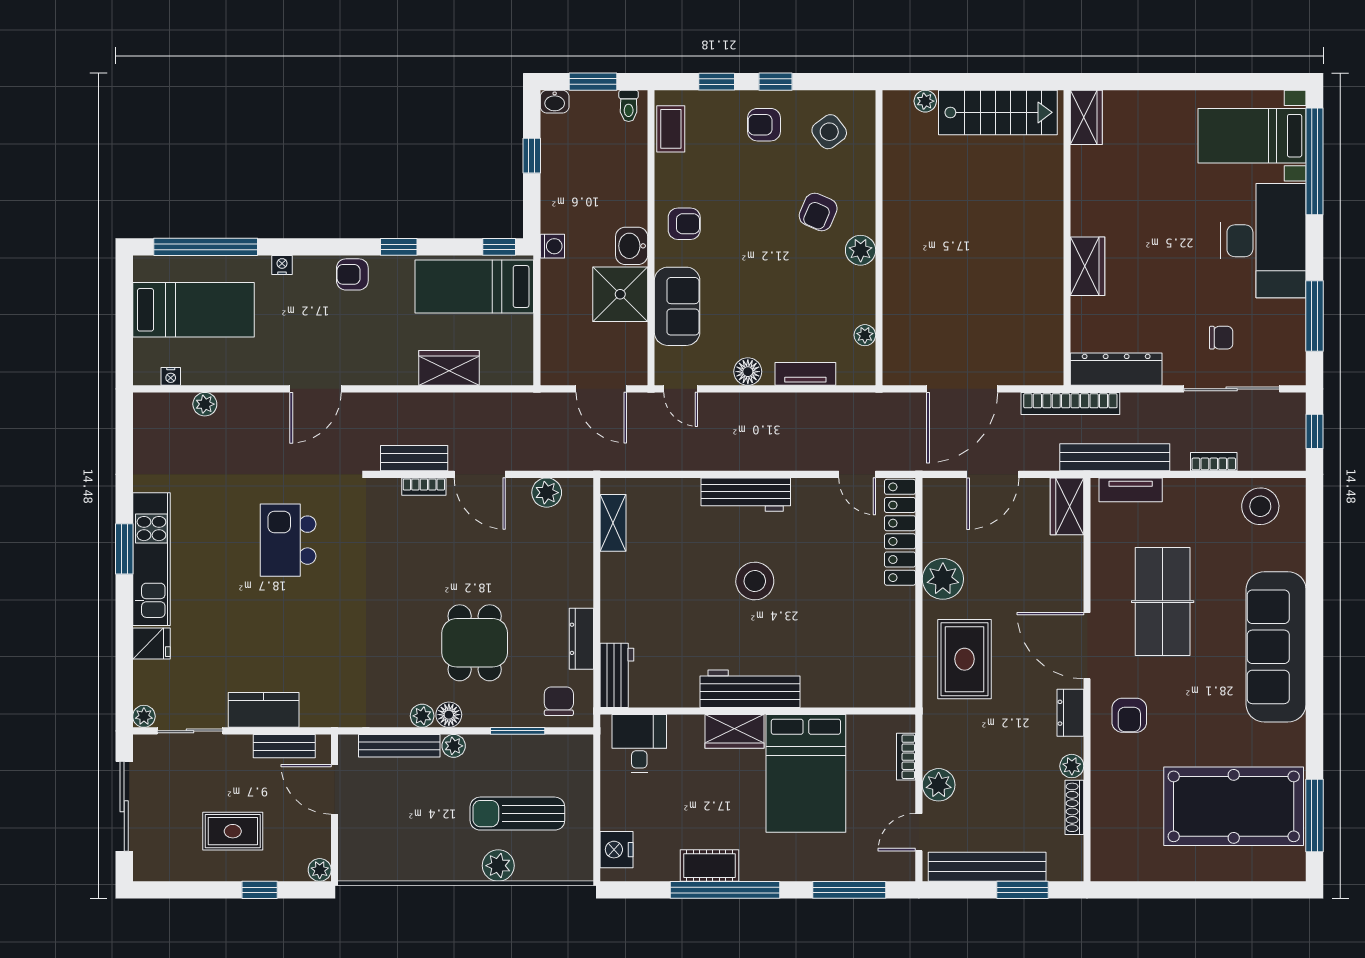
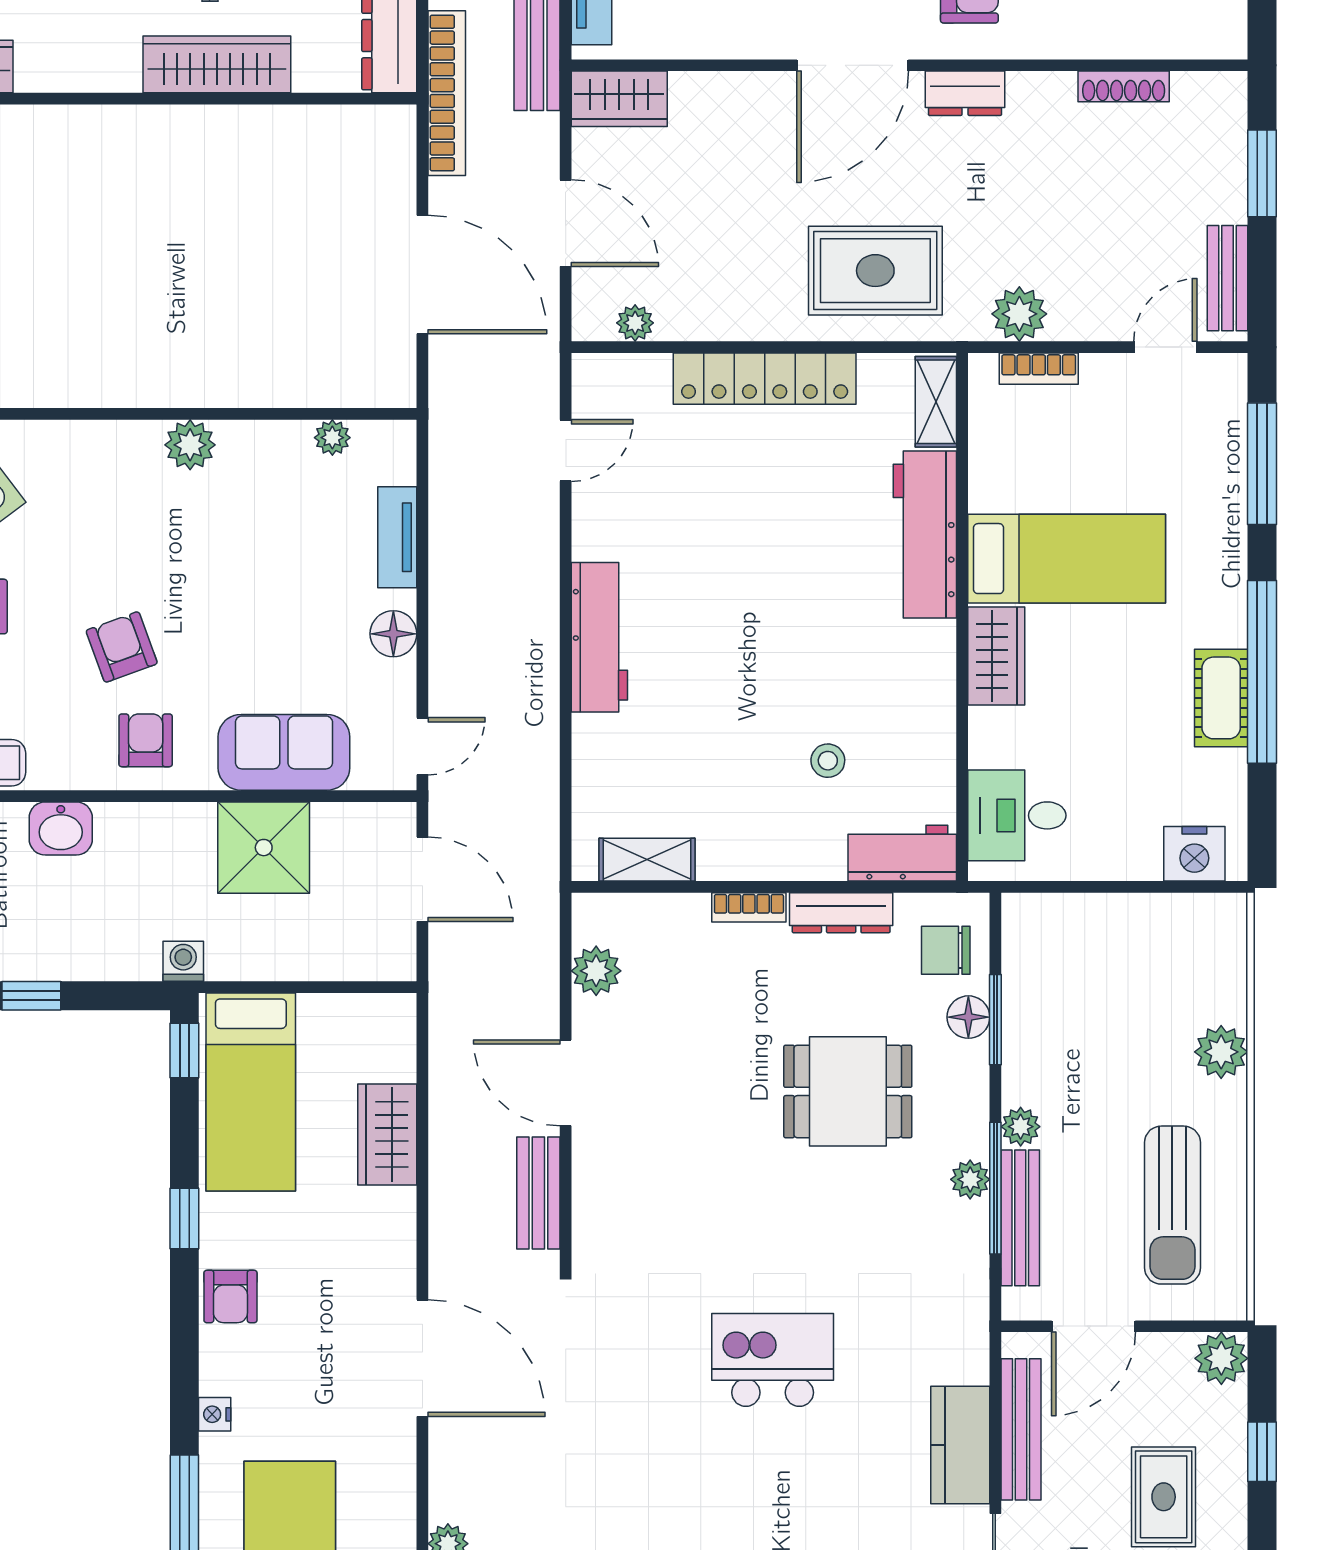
armchair: (818, 212) -> (122, 647), moved, turned -133
washbasin: (632, 246) -> (61, 828), moved
wardrobe: (1087, 266) -> (217, 64), width x1.50
door: (316, 389) -> (422, 1358), width x1.36
door: (601, 389) -> (422, 879), hinge flipped
door: (480, 474) -> (566, 1083), swing flipped
bookcase: (424, 487) -> (749, 907), moved, turned 90
locker: (900, 532) -> (765, 379), moved
kitchen island: (288, 540) -> (773, 1360), moved, turned 180
plant: (943, 579) -> (635, 323), moved, width x0.53, depth x0.53
stool: (755, 581) -> (828, 761), moved, width x0.53, depth x0.53
workbench: (750, 689) -> (925, 534), moved
shelving: (886, 695) -> (936, 402), added
floor lamp: (449, 715) -> (968, 1017), moved
window: (417, 731) -> (995, 1188), added
bench: (284, 746) -> (1021, 1429), width x1.36
plant: (1072, 766) -> (1054, 91), removed
bed: (806, 773) -> (1067, 559), width x0.67
plant: (939, 785) -> (1019, 314), moved
sun lounger: (517, 814) -> (1172, 1205), moved
door: (919, 832) -> (1165, 347), swing flipped
bench: (987, 867) -> (1228, 278), width x0.54, depth x0.82
plant: (320, 870) -> (1221, 1358), width x1.38, depth x1.38

